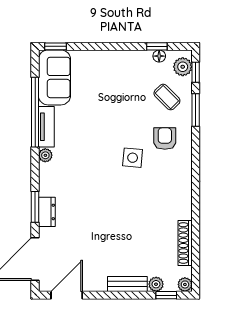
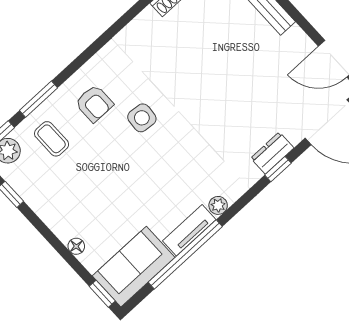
floor lamp: (159, 56) -> (76, 246), moved
coffee table: (167, 97) -> (52, 139), turned -45
armchair: (165, 139) -> (94, 103), turned -90
window: (35, 207) -> (278, 169), width x0.67

